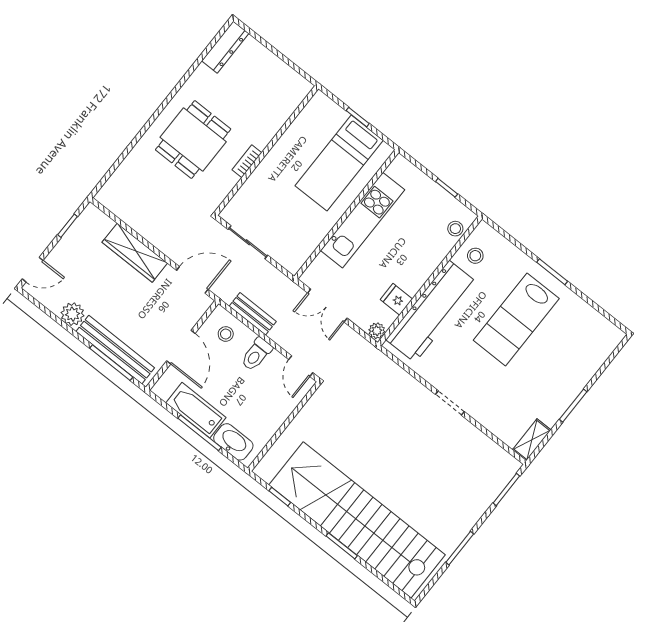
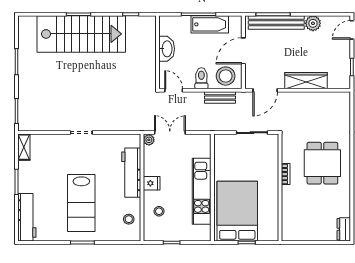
dresser: (225, 47) -> (344, 229), width x0.70
bed: (339, 163) -> (237, 211), width x1.50
stool: (455, 229) -> (159, 211), moved
fridge: (396, 299) -> (152, 183), moved
double door: (327, 306) -> (170, 133), moved
workbench: (432, 311) -> (131, 173), width x0.73, depth x0.76
lab bench: (516, 319) -> (81, 203), turned 180
stool: (226, 334) -> (226, 76), width x1.89, depth x1.89
door: (181, 347) -> (243, 51), hinge flipped
workbench: (594, 354) -> (27, 217), added
washbasin: (233, 442) -> (167, 49), moved, turned -90
stairs: (357, 520) -> (81, 34), width x0.73

